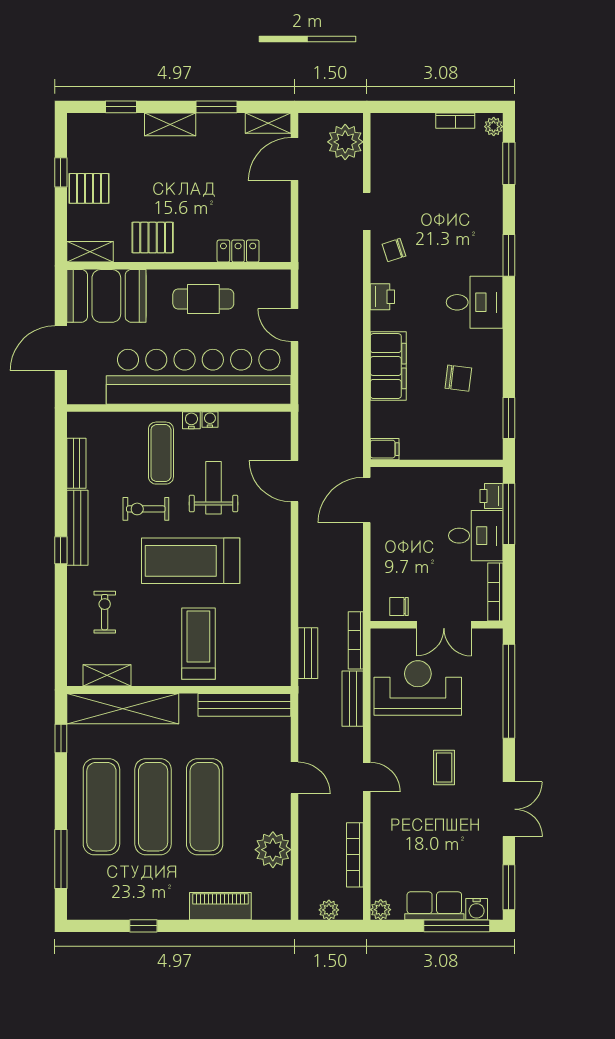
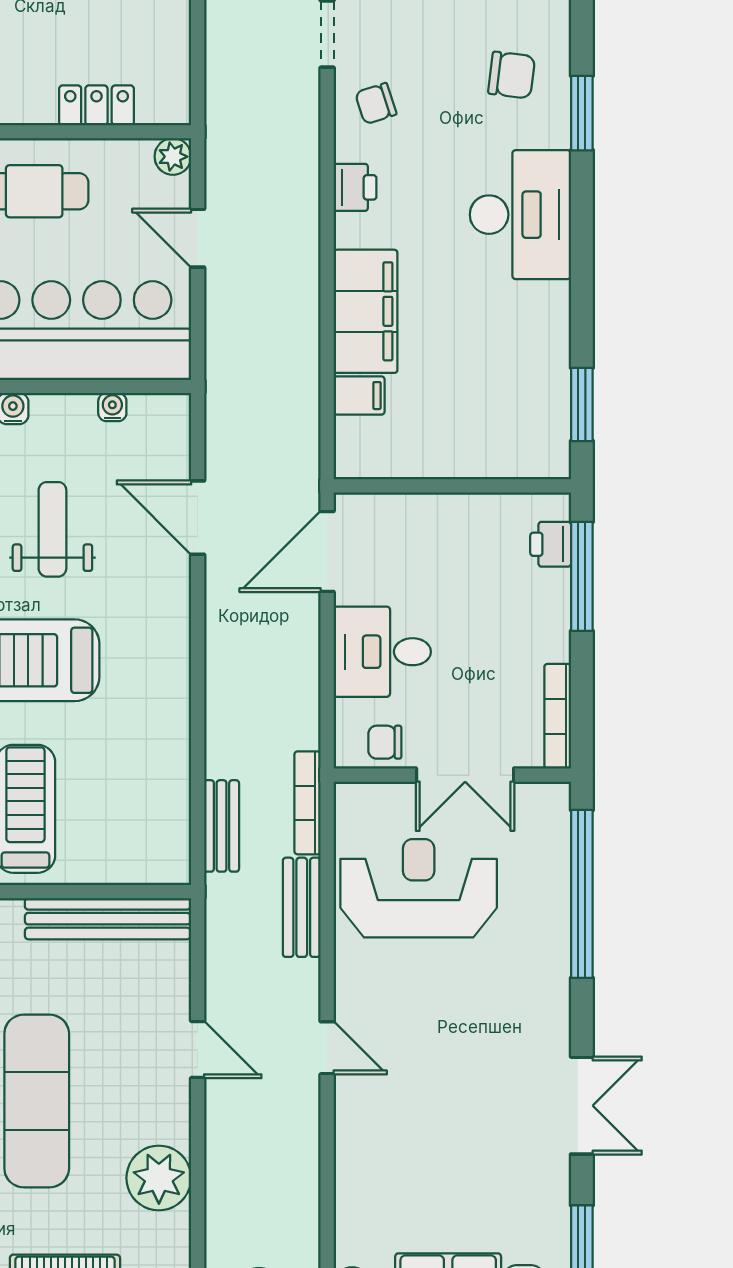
plant: (281, 280) -> (173, 157), added
desk: (475, 302) -> (520, 215), width x1.37
chair: (458, 378) -> (512, 75), moved
water cooler: (210, 419) -> (112, 407), moved
filing cabinet: (385, 449) -> (359, 396), moved
desk: (476, 536) -> (382, 652), moved, turned 180
coffee table: (444, 768) -> (466, 1031), removed
bookcase: (355, 855) -> (306, 1187), removed

